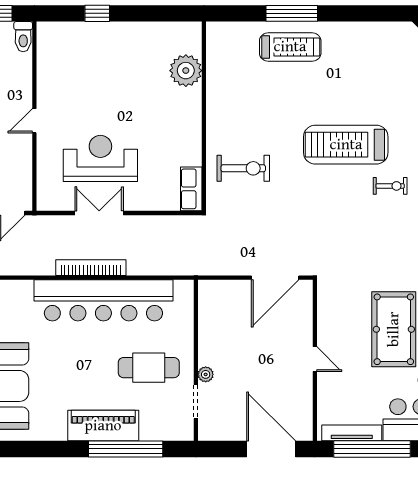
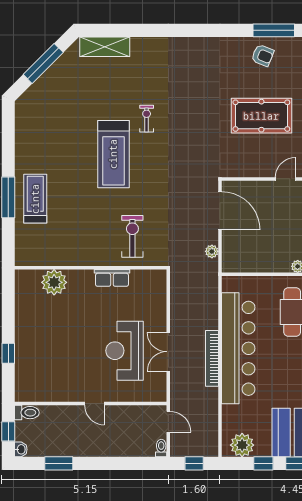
row of seats: (191, 189) -> (112, 278), moved
plant: (224, 267) -> (212, 251), added

